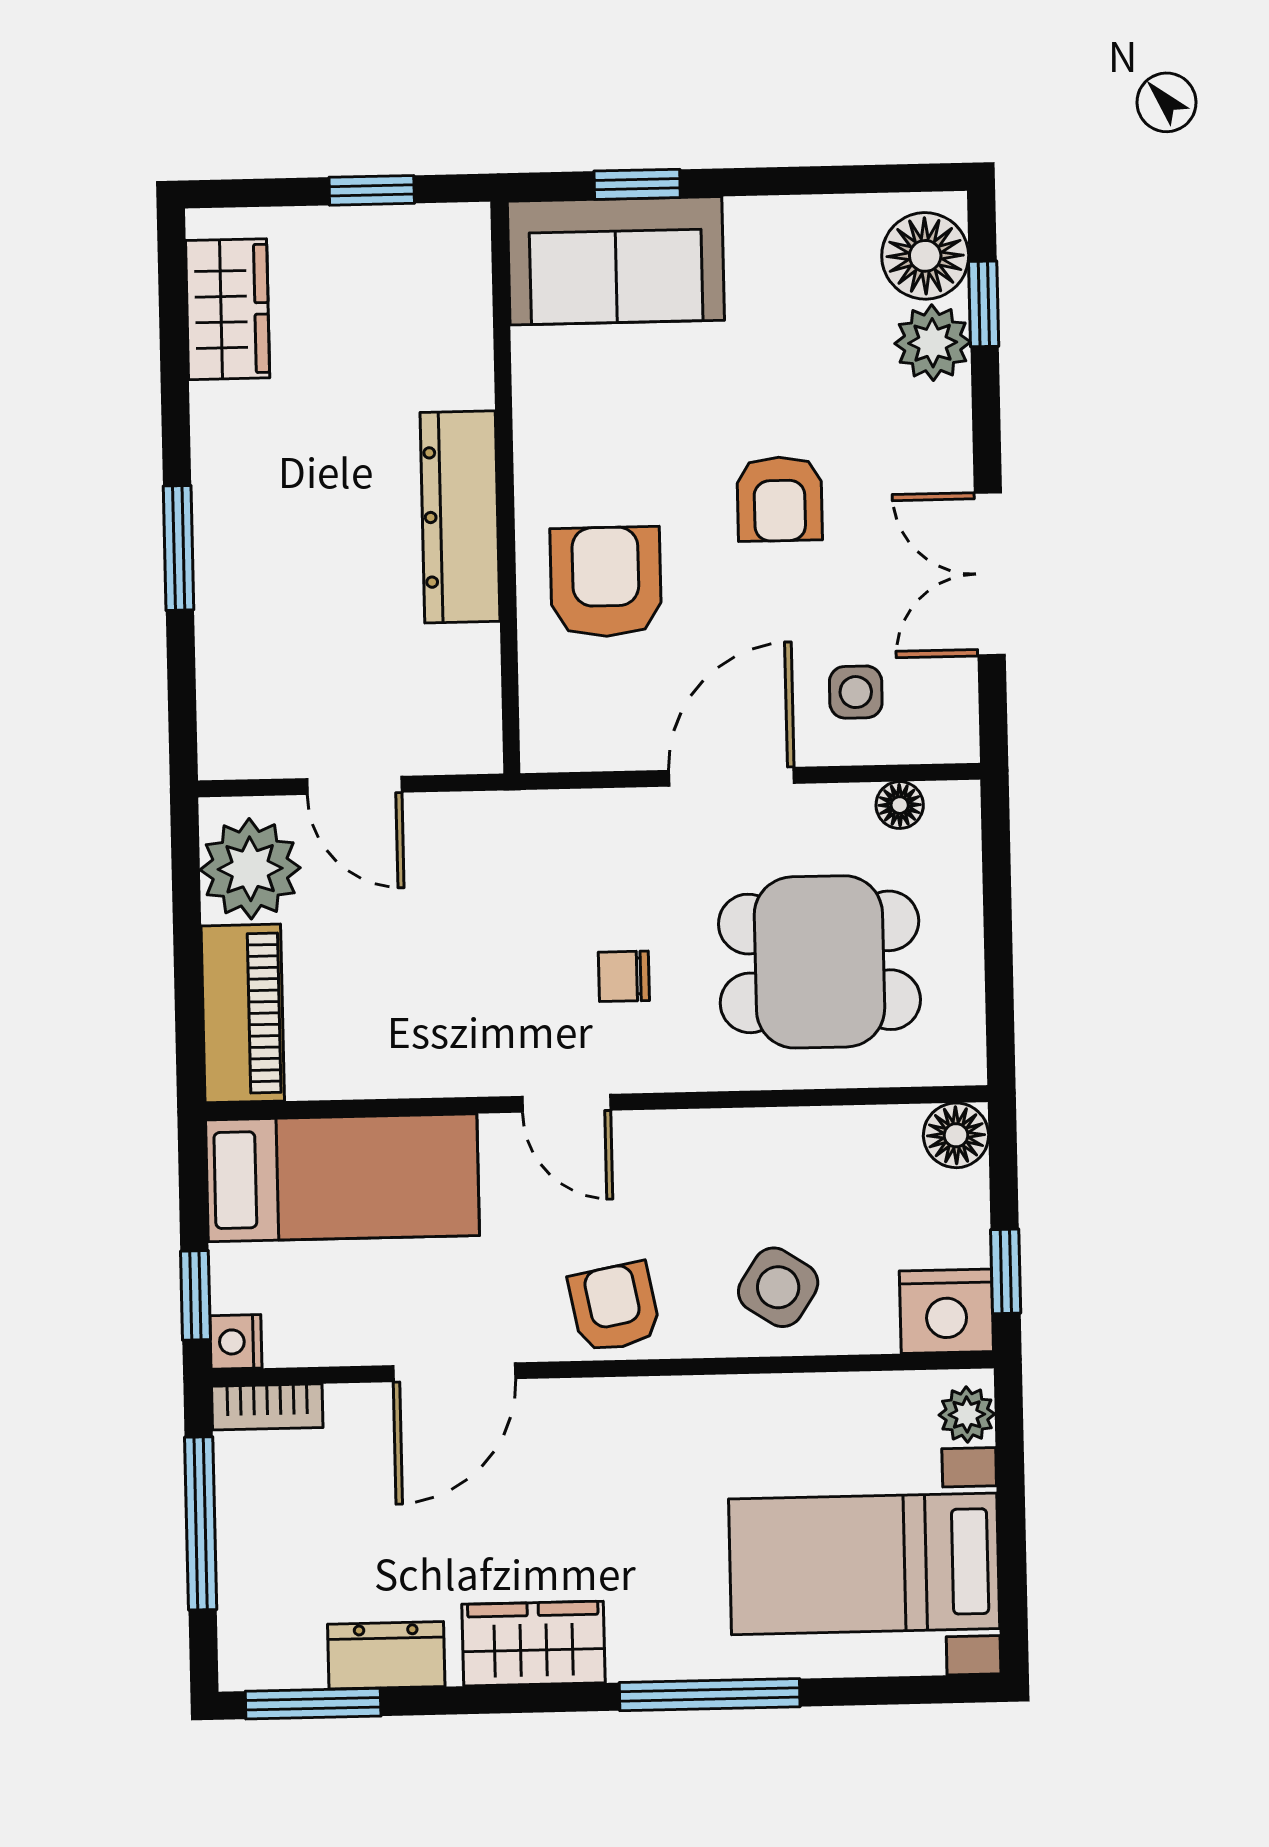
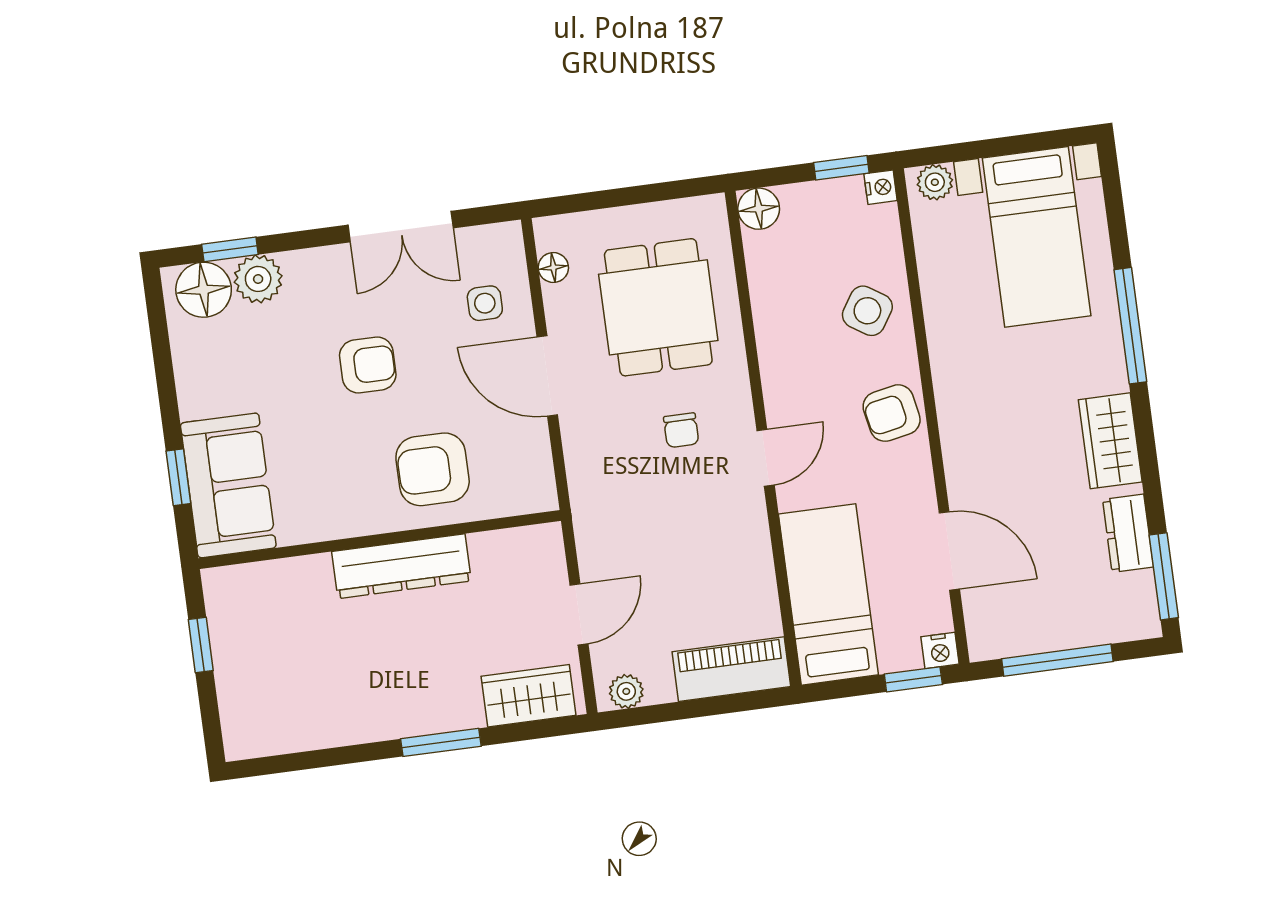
wardrobe: (228, 309) -> (529, 696), moved
plant: (250, 869) -> (626, 691), width x0.53, depth x0.53
nightstand: (946, 1311) -> (881, 187), width x0.53, depth x0.56
door: (454, 1372) -> (949, 551), moved
bookcase: (267, 1407) -> (979, 626), removed

